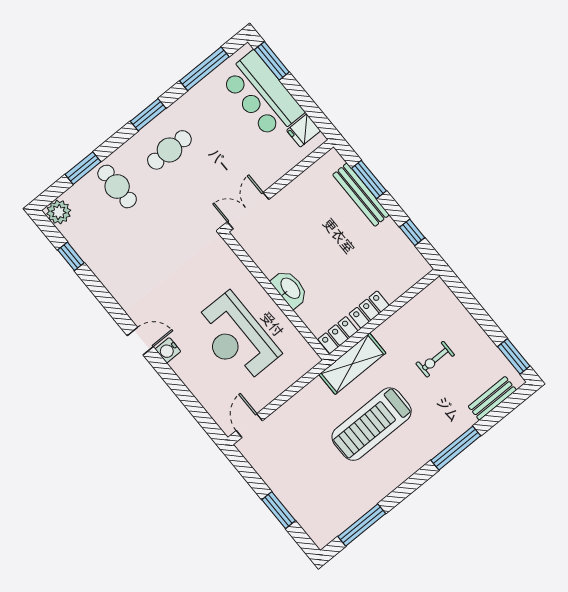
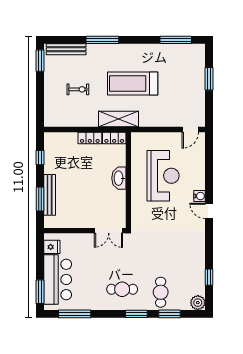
window: (148, 115) -> (136, 314), moved
bench: (492, 398) -> (66, 49), width x1.36
treadmill: (372, 424) -> (133, 83), turned 180

